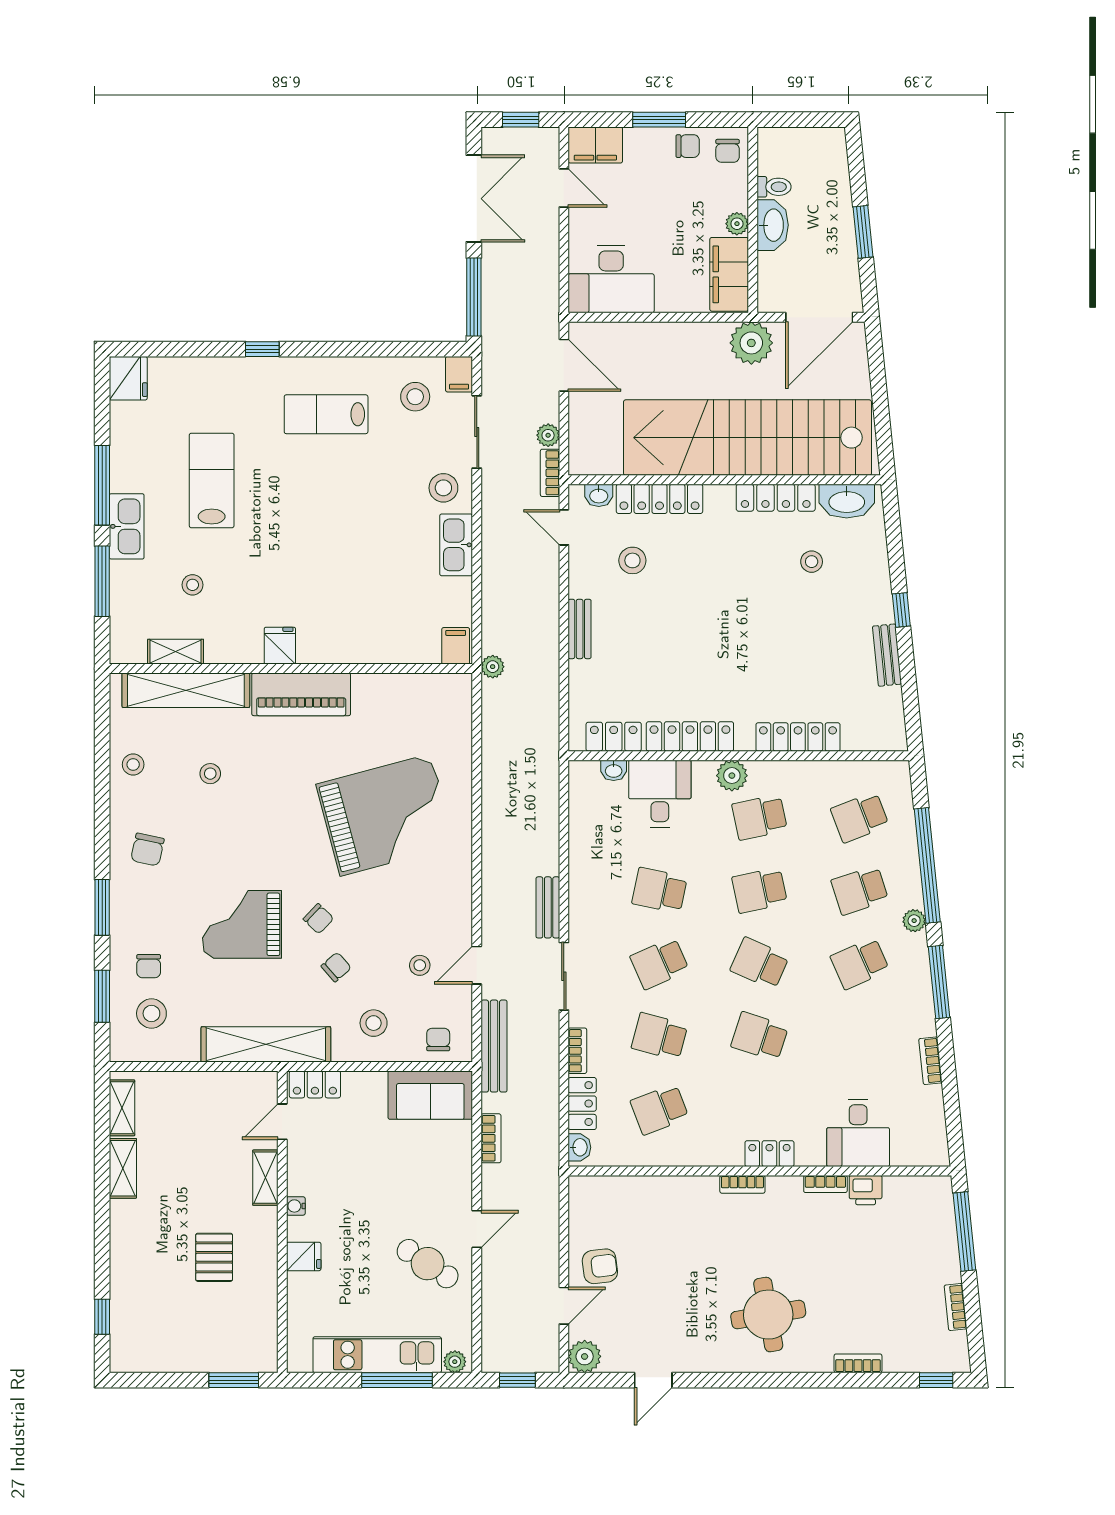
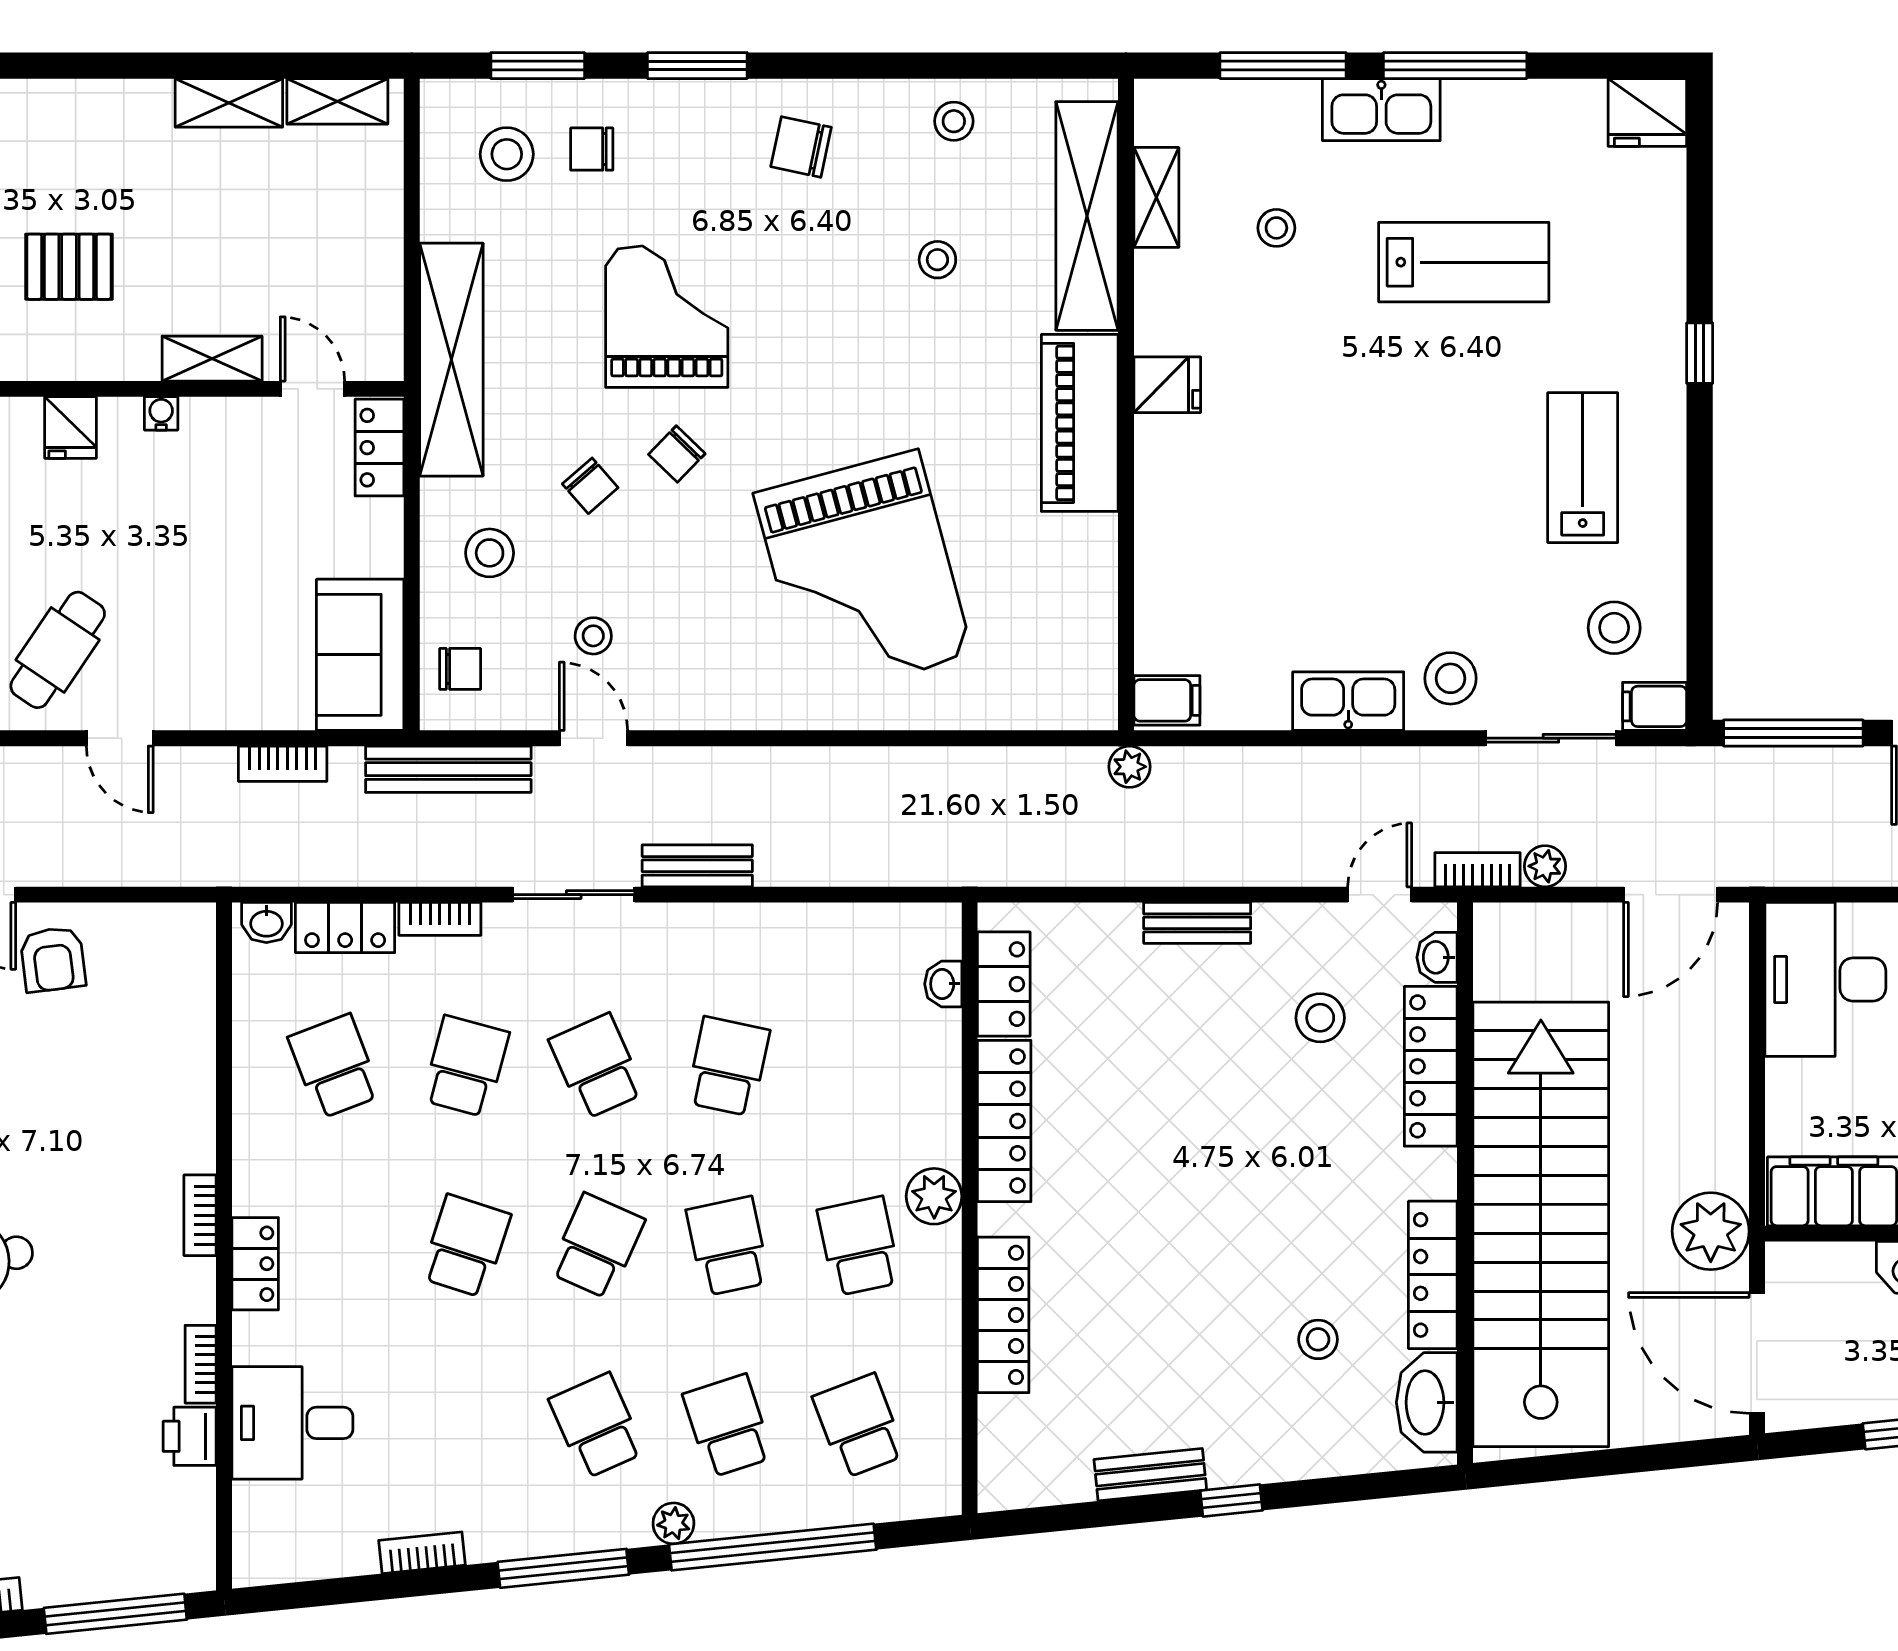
desk: (660, 794) -> (902, 1067), removed

